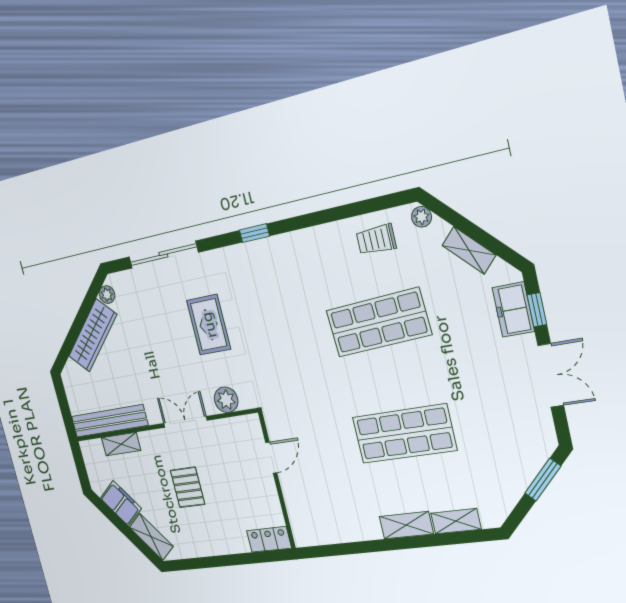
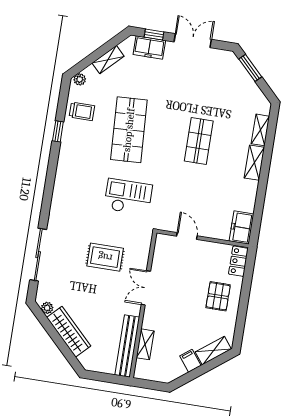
window: (254, 233) -> (58, 131), moved
trolley: (376, 240) -> (82, 111), turned -90
rug: (209, 325) -> (105, 257), moved
checkout: (287, 355) -> (128, 197), added
plant: (226, 400) -> (141, 252), removed
shop shelf: (404, 434) -> (199, 141), width x0.70, depth x0.74
pallet: (188, 487) -> (218, 296), moved, turned 90
filing cabinet: (121, 503) -> (190, 361), width x0.50
freezer: (313, 531) -> (241, 228), added

